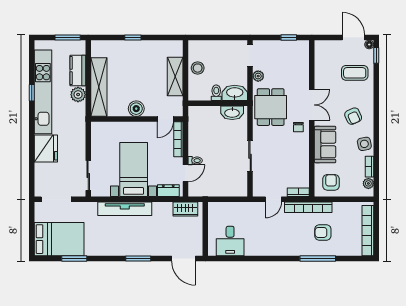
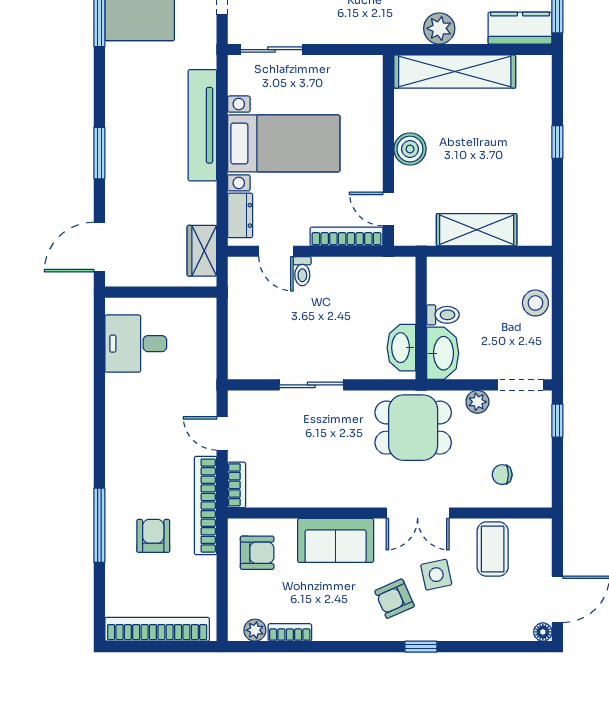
window: (289, 37) -> (557, 421), moved
window: (376, 55) -> (421, 647), moved
stool: (198, 68) -> (535, 303), moved
kitchen counter: (78, 71) -> (520, 28), moved
coffee table: (355, 73) -> (493, 549), moved
chair: (298, 127) -> (502, 475), moved
side table: (364, 144) -> (436, 575), moved

